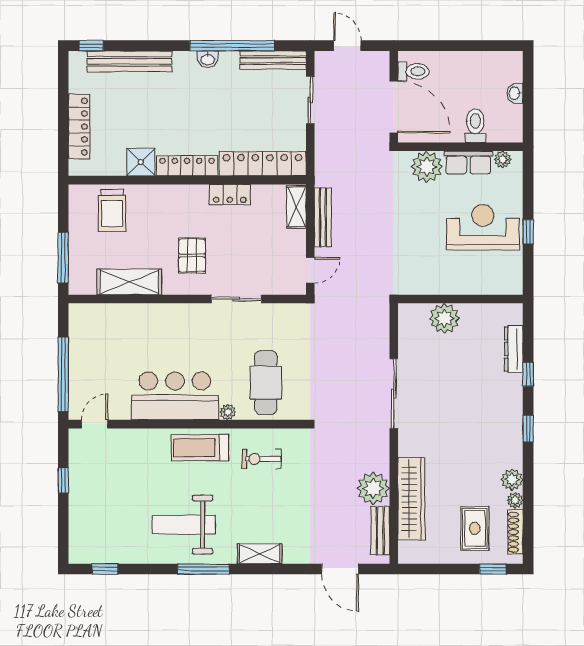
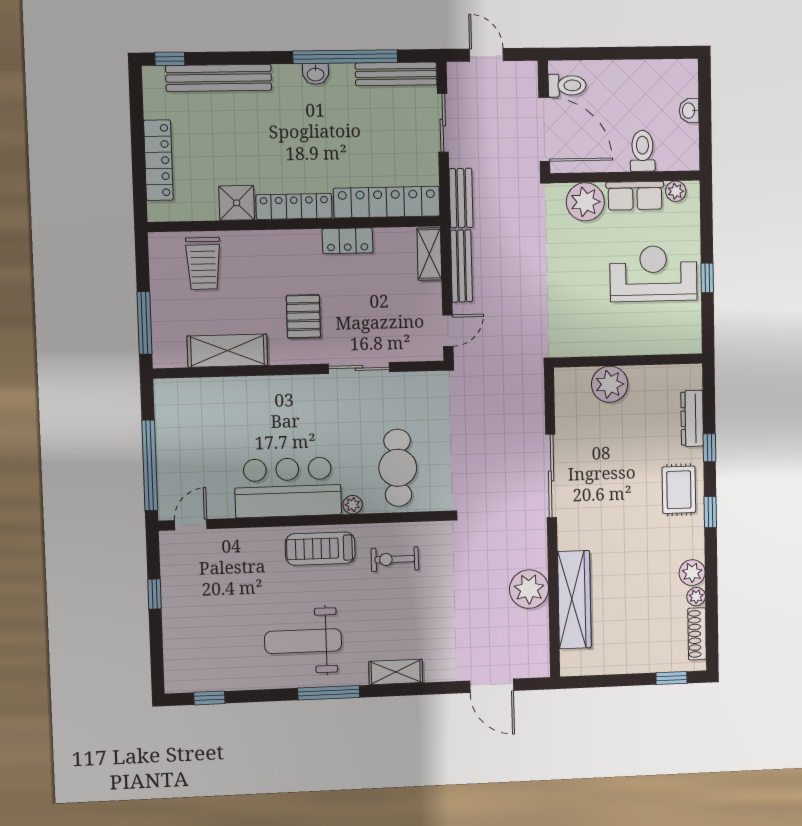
rug: (475, 528) -> (679, 490), moved
bench: (380, 531) -> (461, 198), moved

